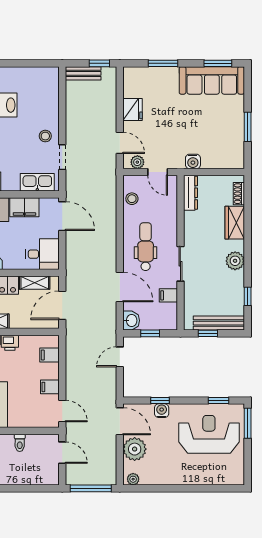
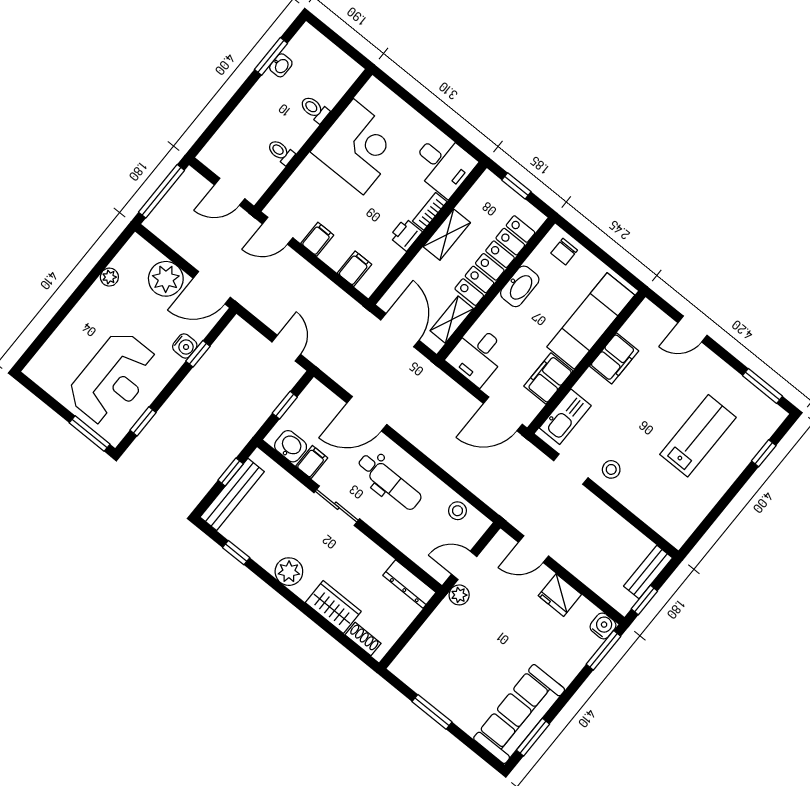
window: (163, 63) -> (604, 650), moved
water cooler: (193, 161) -> (603, 626), moved, turned 90
plant: (137, 162) -> (459, 595), moved
washbasin: (131, 321) -> (291, 446), moved, turned 180
plant: (133, 479) -> (109, 277), moved

